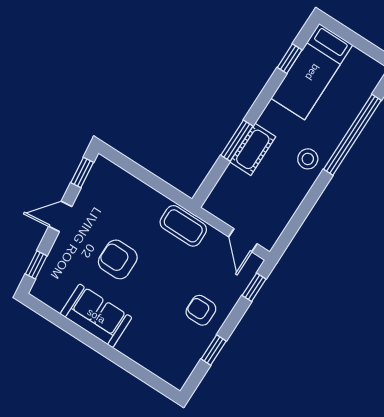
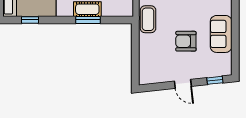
window: (82, 173) -> (154, 87), removed
armchair: (118, 259) -> (186, 41), turned 90

